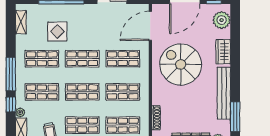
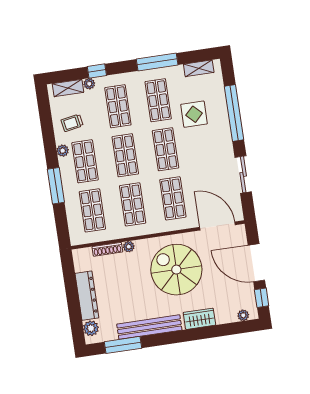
plant: (222, 20) -> (243, 315), width x0.53, depth x0.53
spiral stairs: (181, 64) -> (176, 270), turned -90
window: (11, 74) -> (157, 62), moved
plant: (156, 100) -> (129, 247), added

